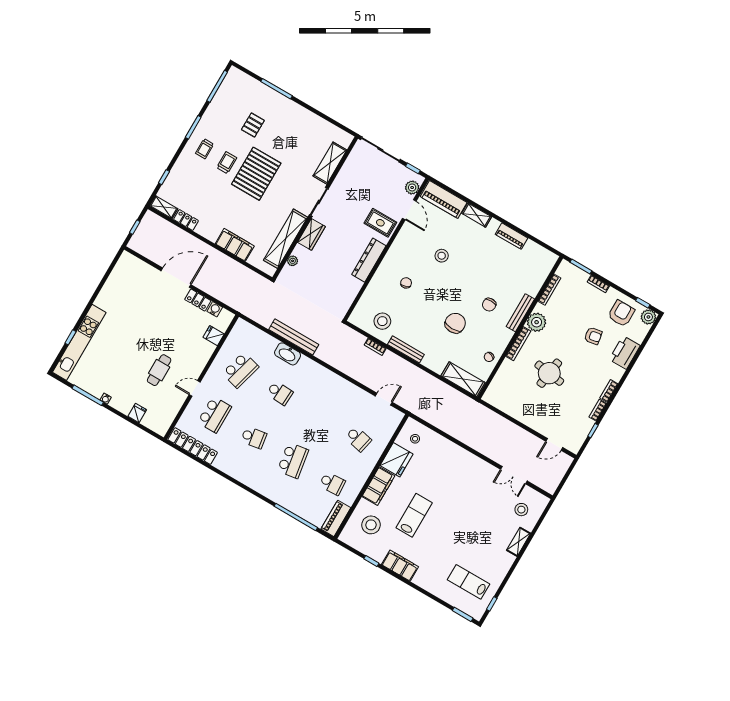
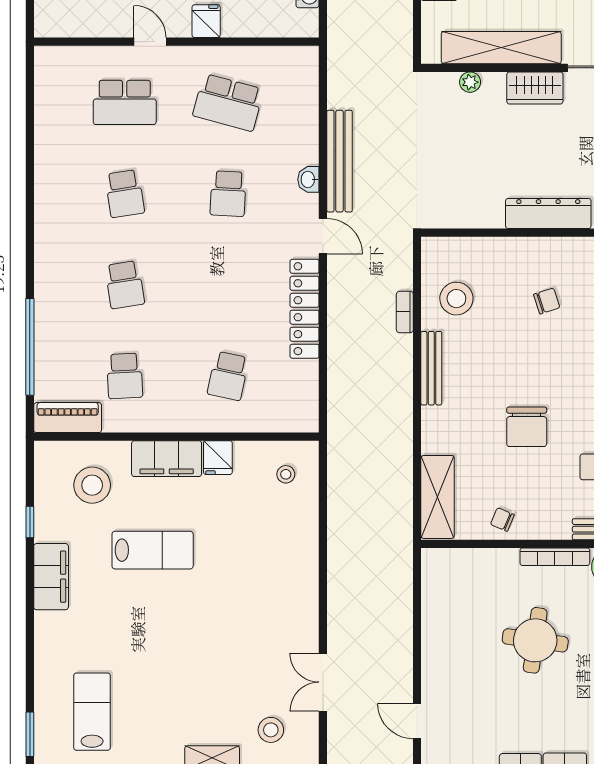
chair: (455, 323) -> (527, 427), turned 90
fridge: (214, 336) -> (206, 21), moved
washbasin: (288, 354) -> (308, 179), width x0.52, depth x0.69
door: (384, 399) -> (323, 236), moved
locker: (193, 446) -> (305, 309), moved, turned 180
school desk: (293, 460) -> (125, 285), width x0.54
fridge: (396, 460) -> (218, 458), width x0.53, depth x0.75

